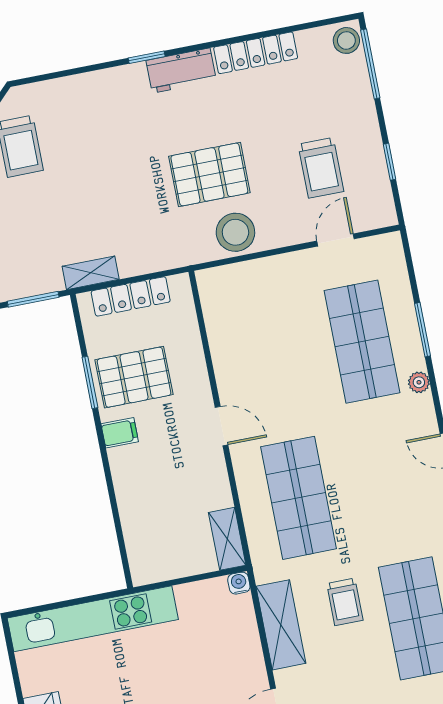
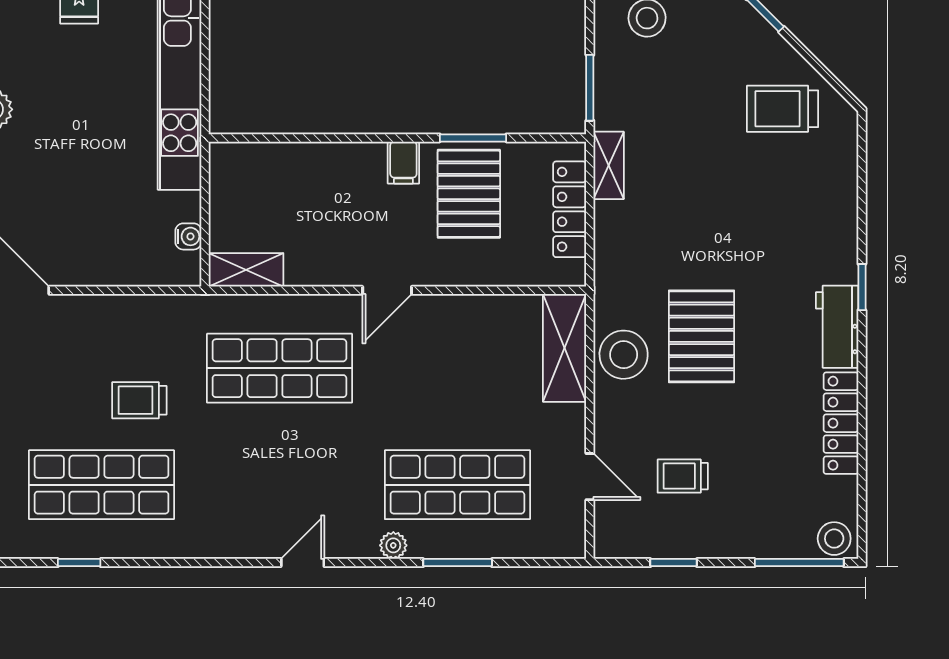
trolley: (321, 168) -> (683, 476), width x0.73, depth x0.72
water cooler: (239, 583) -> (188, 236), moved
shelving: (281, 625) -> (565, 348), moved, turned 90

